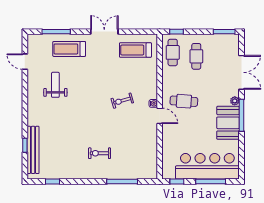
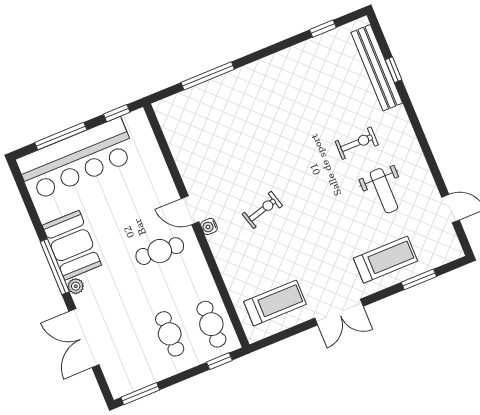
window: (56, 32) -> (419, 279), width x0.69
exercise bike: (99, 153) -> (357, 143), moved

